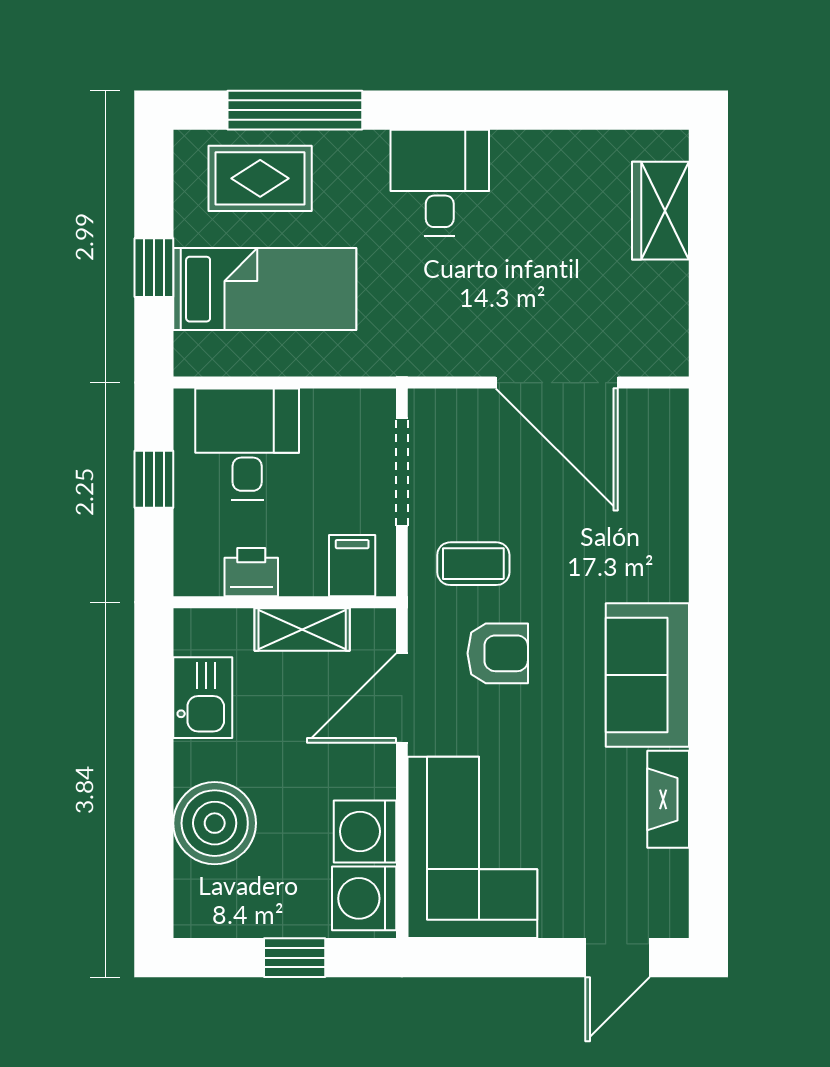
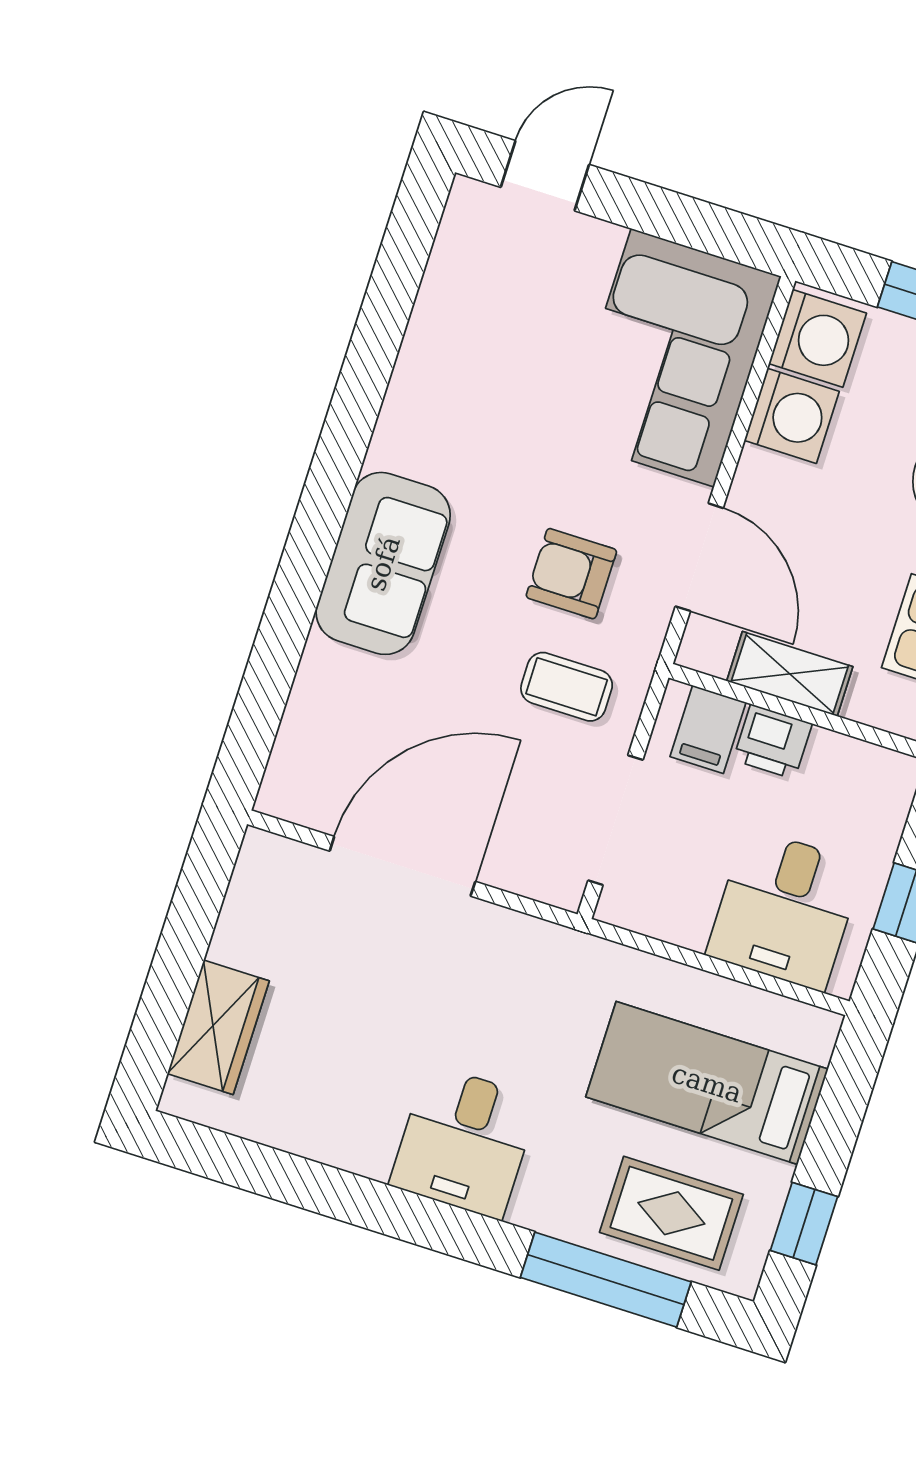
window: (154, 268) -> (804, 1224), moved
door: (557, 383) -> (402, 866), hinge flipped
printer: (251, 572) -> (773, 742), moved
sofa: (647, 675) -> (383, 563), moved
door: (402, 698) -> (699, 557), hinge flipped
fireplace: (668, 799) -> (428, 341), removed

